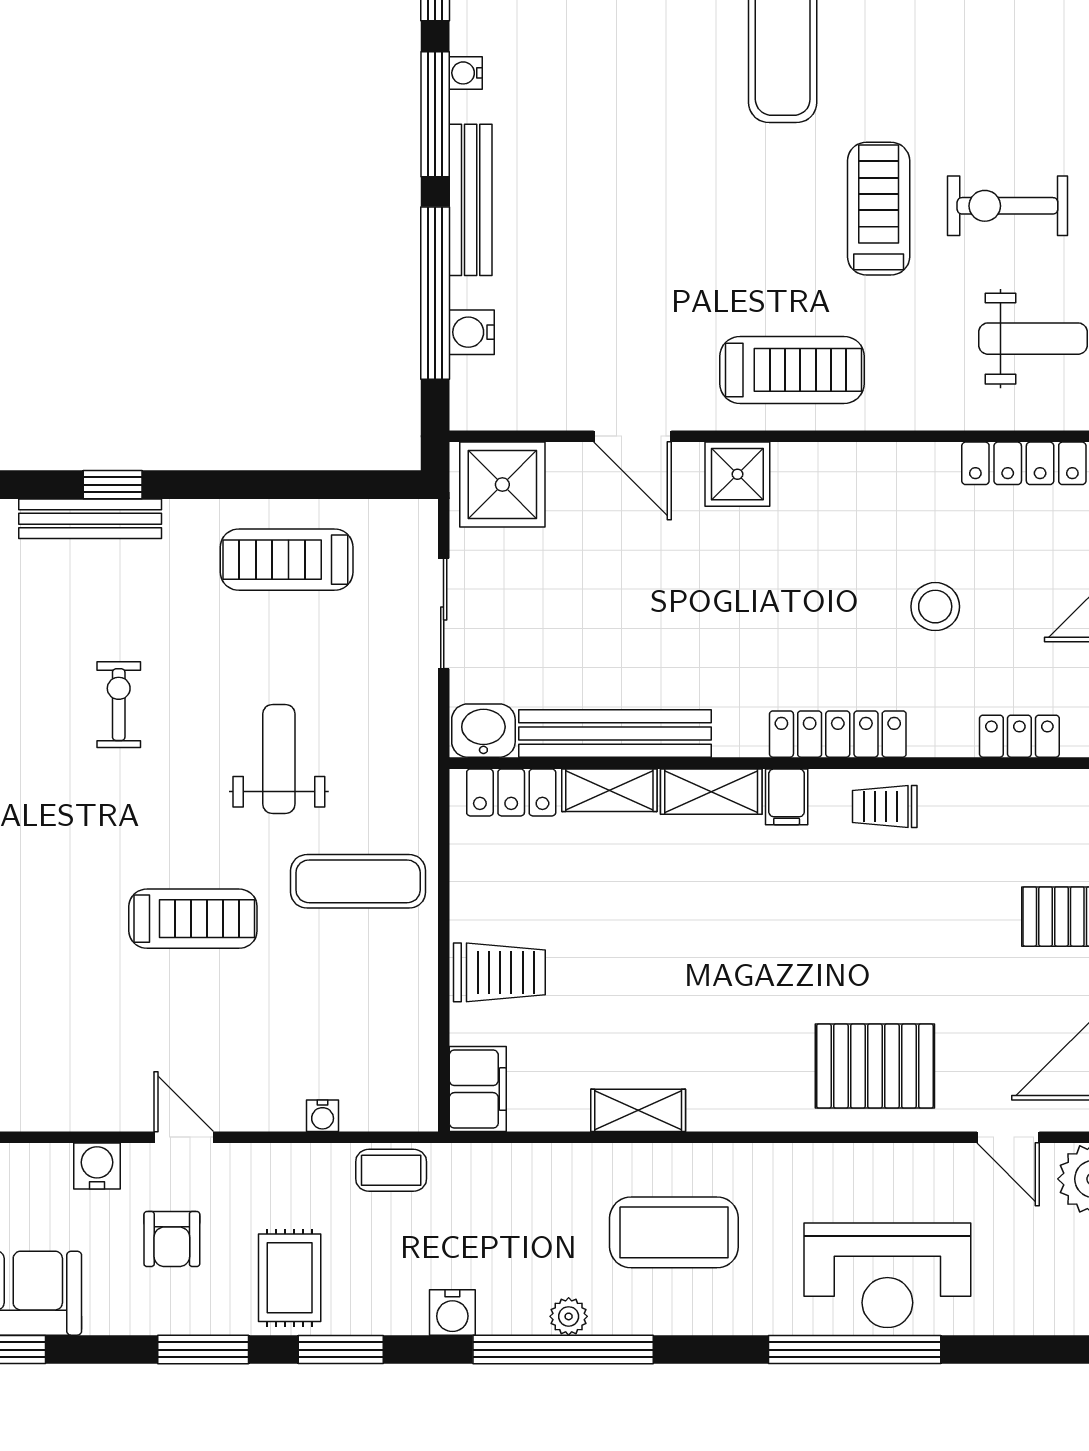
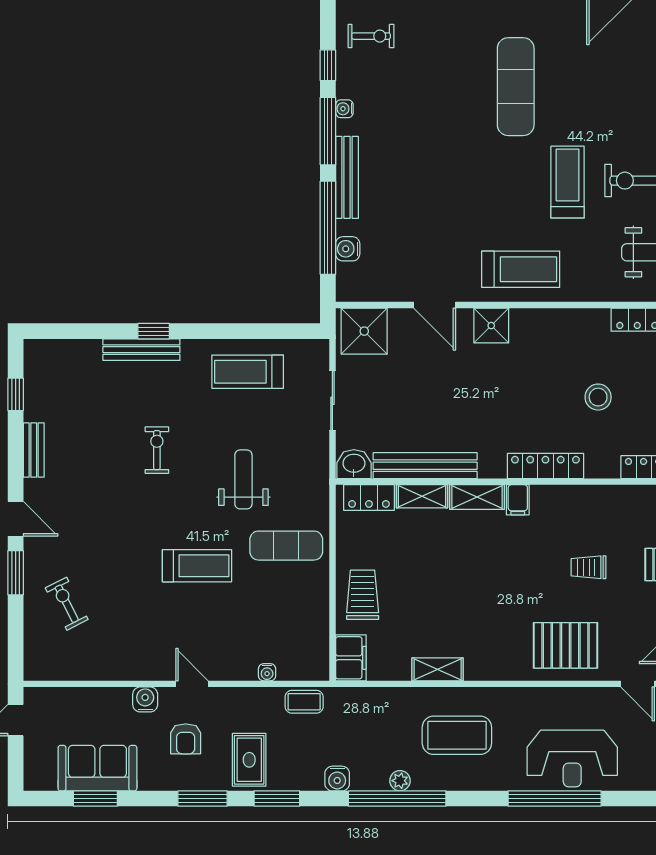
trolley: (885, 807) -> (588, 567), moved
trolley: (499, 972) -> (363, 595), turned -90

